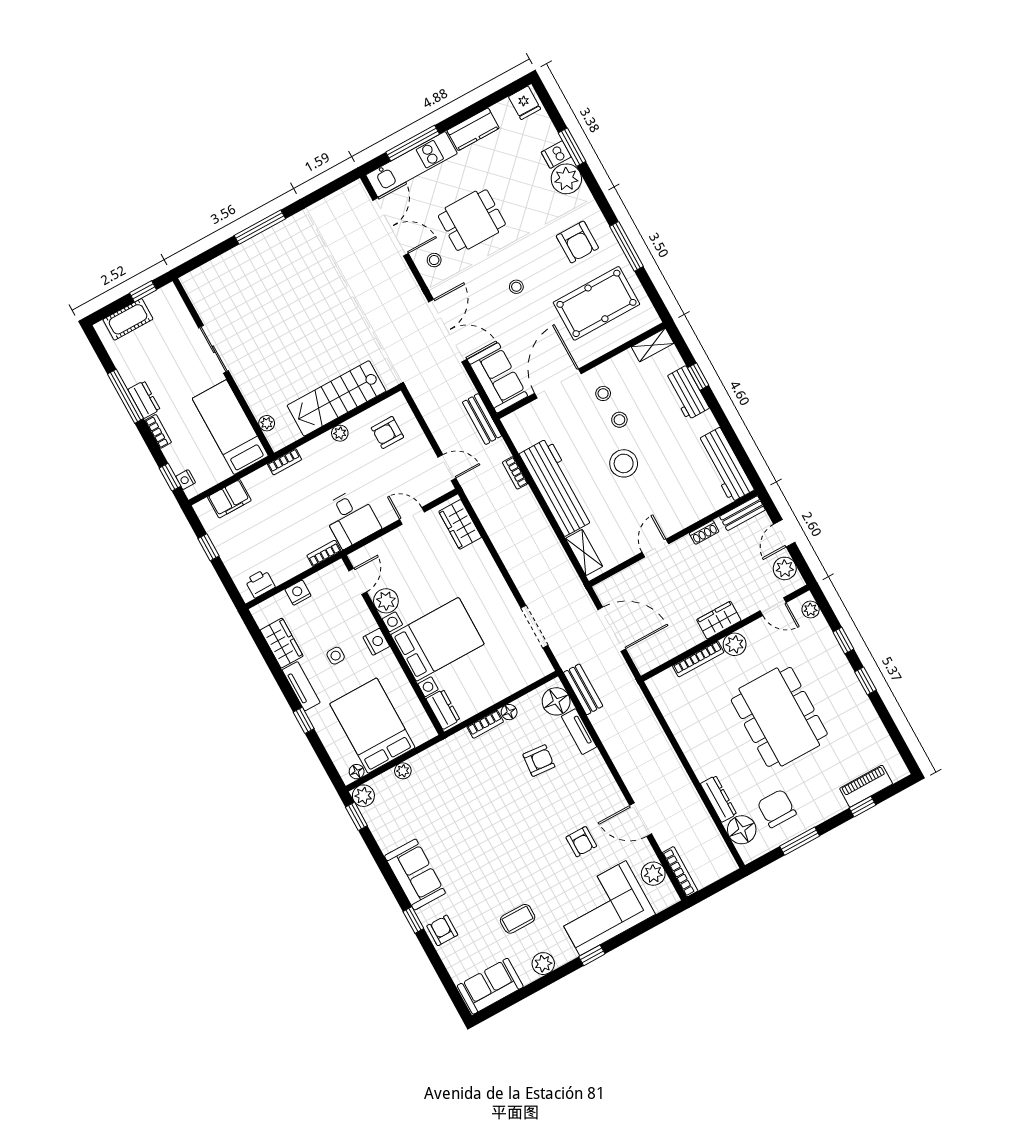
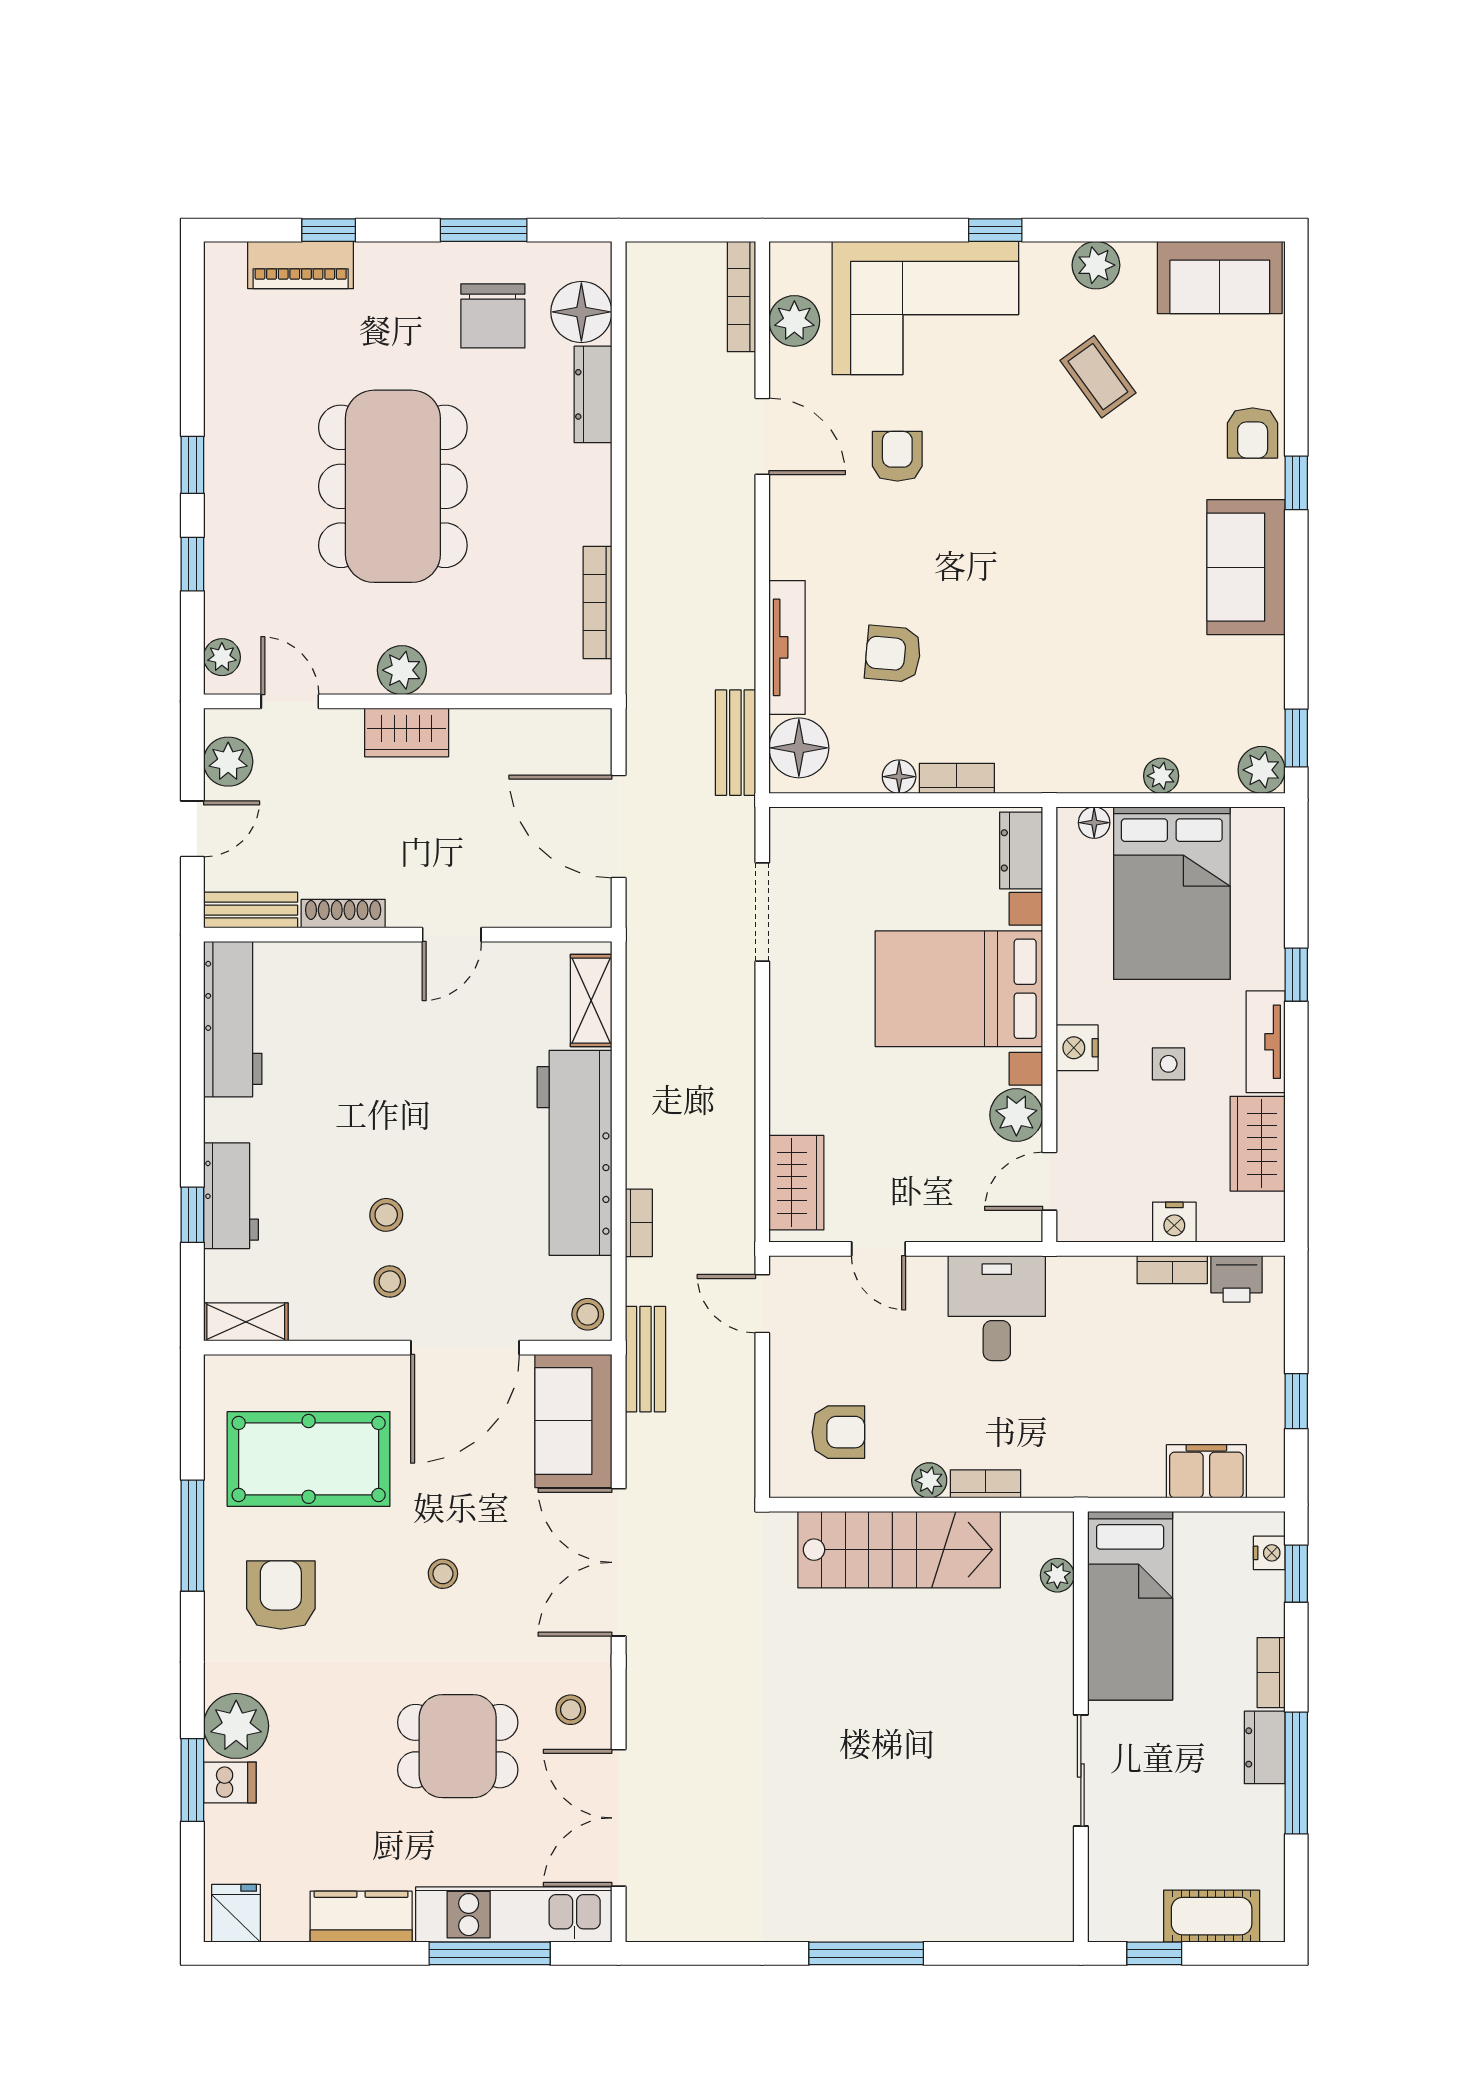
bookcase: (284, 462) -> (985, 1484), moved
stool: (624, 463) -> (588, 1314), moved, width x0.53, depth x0.53
shoe rack: (704, 532) -> (343, 914), width x1.43
bookcase: (324, 553) -> (1172, 1270), moved
bookcase: (698, 659) -> (598, 602), moved, turned -90
tv unit: (579, 732) -> (787, 647), width x1.41
floor lamp: (357, 772) -> (1094, 823), moved
coffee table: (518, 919) -> (1098, 377), turned 54

